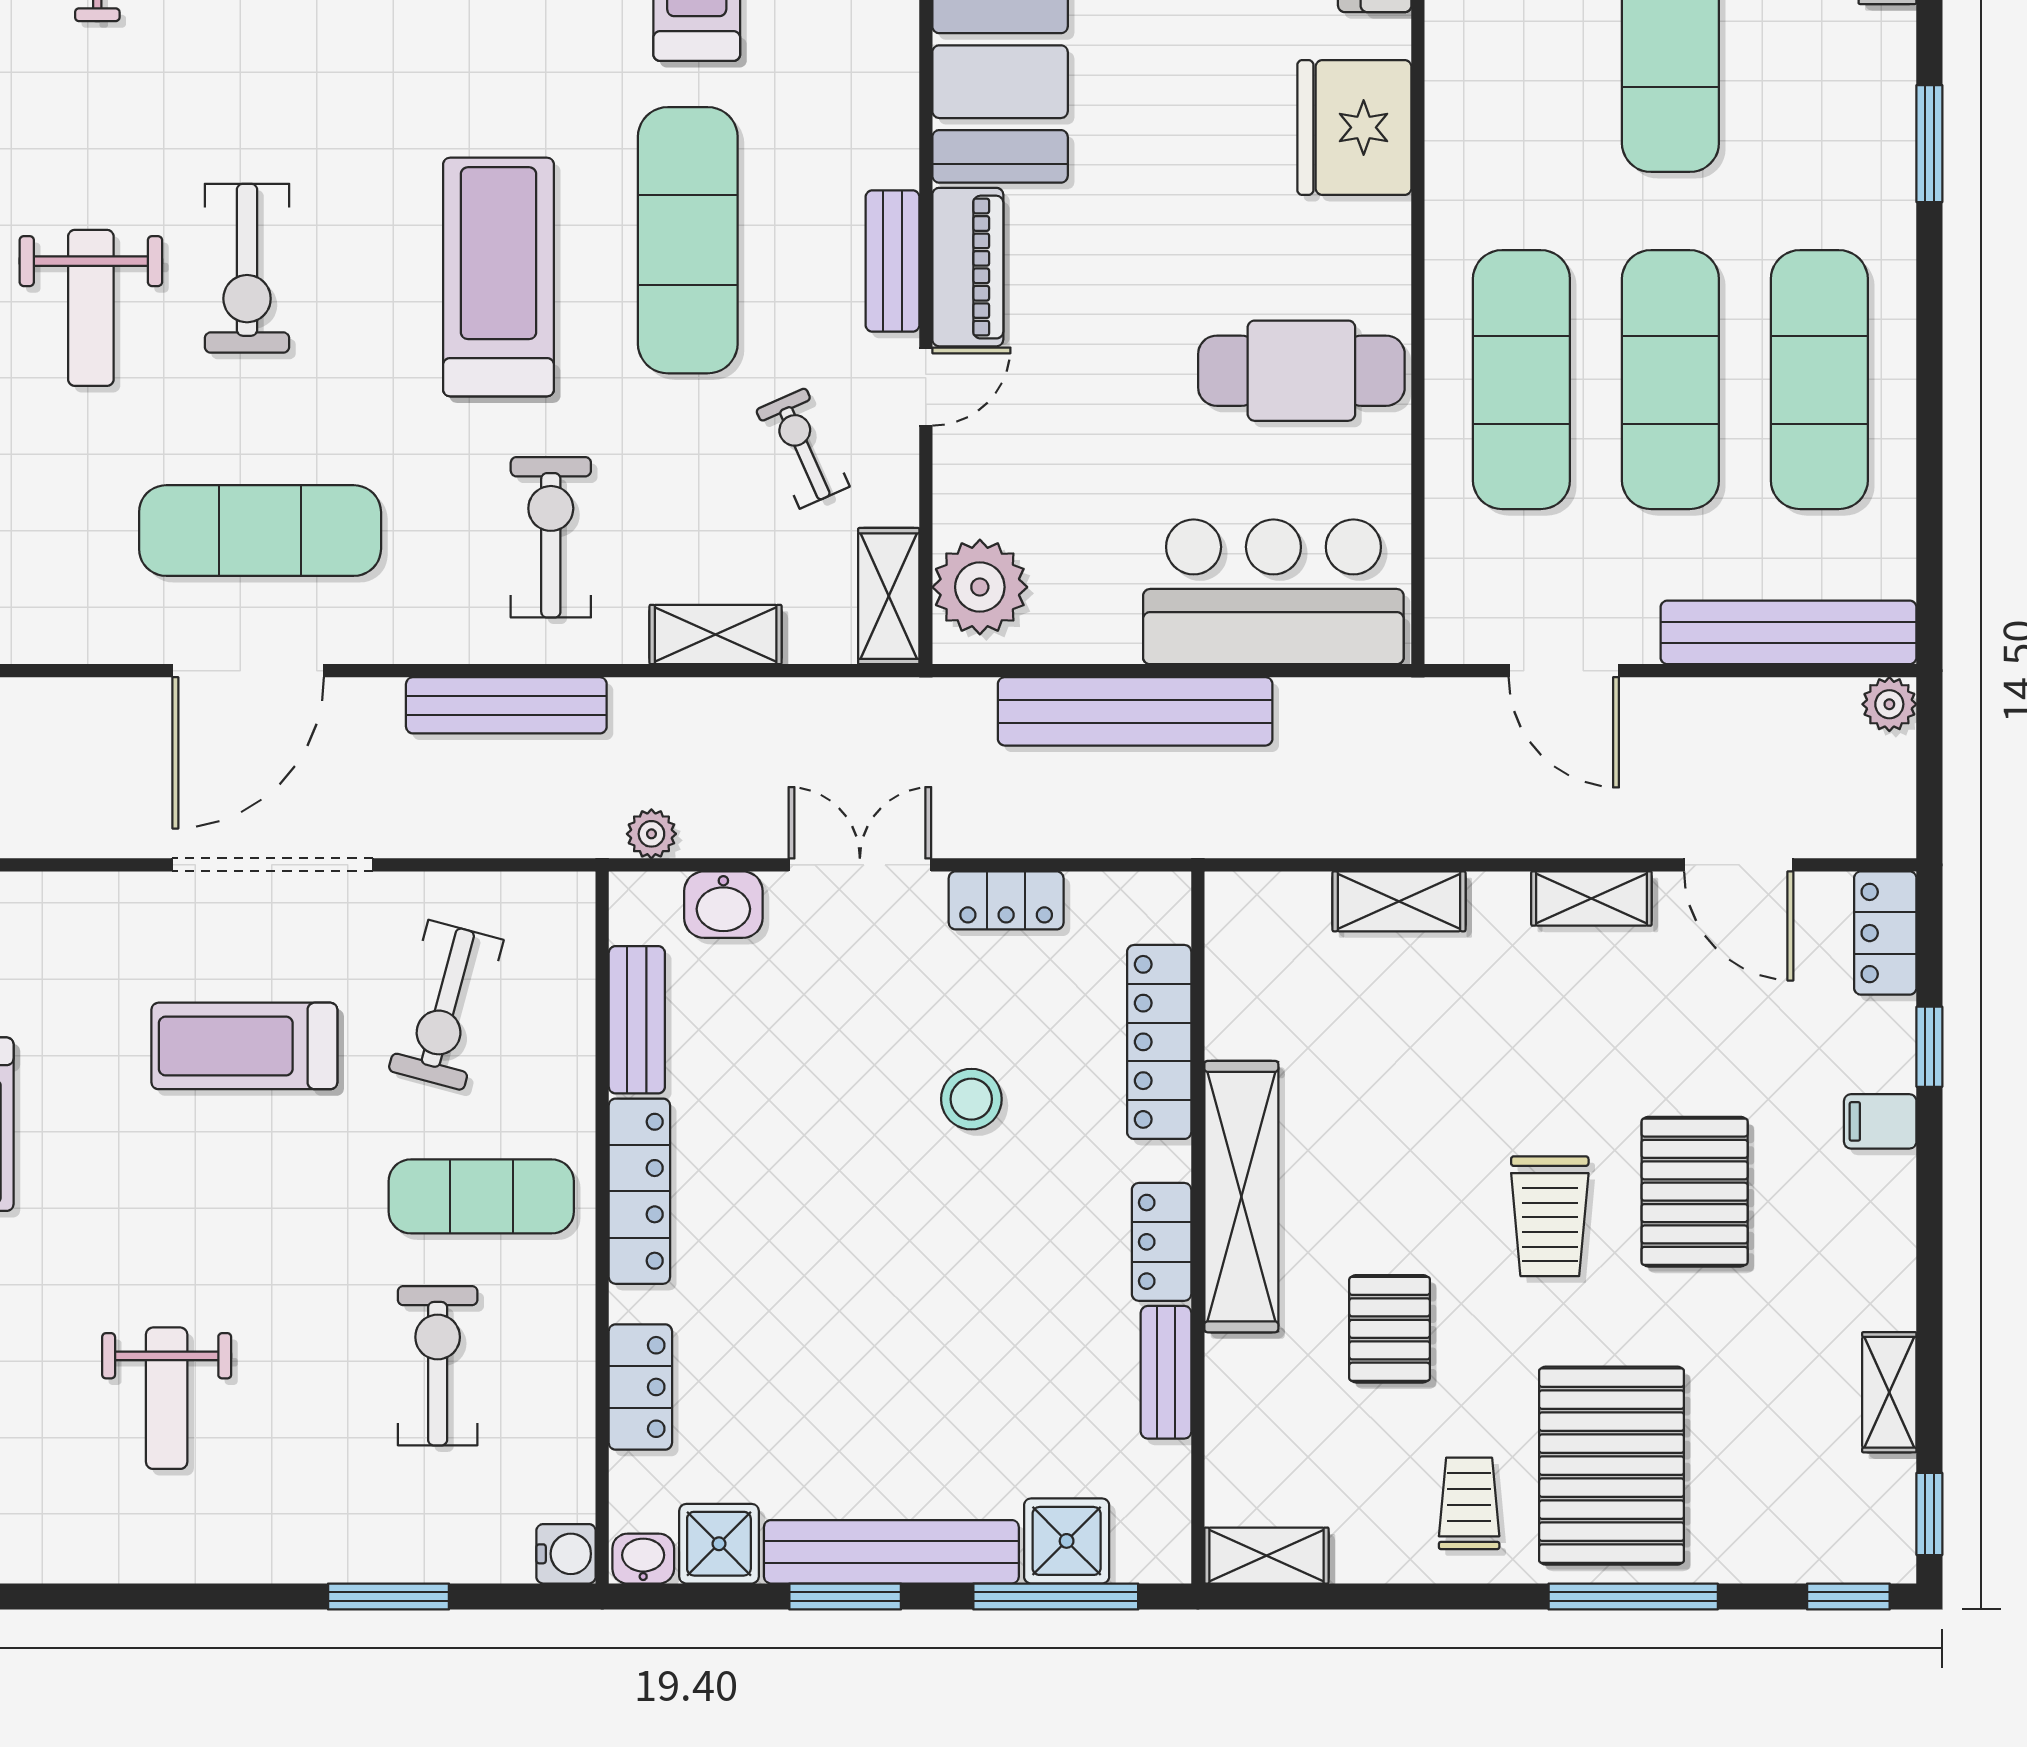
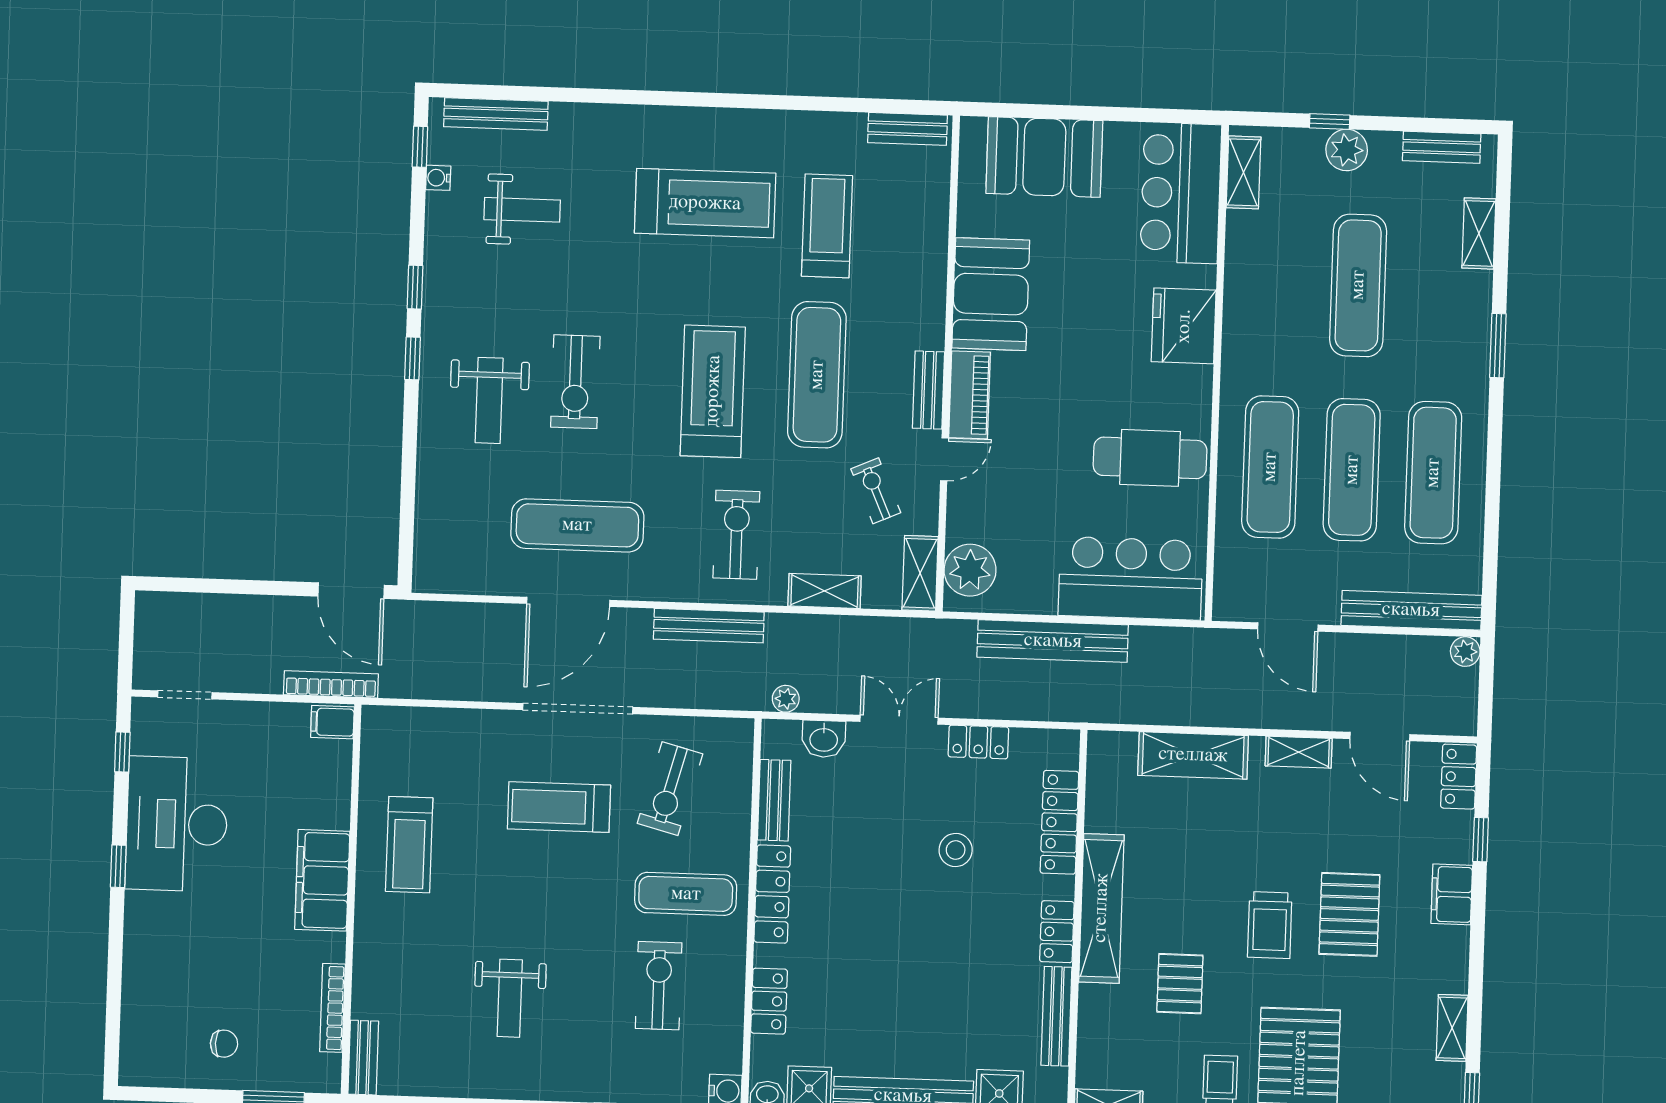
shelving: (1399, 901) -> (1193, 755), width x1.50, depth x1.33
filing cabinet: (1880, 1121) -> (1452, 894), width x2.00
bench: (1166, 1372) -> (1056, 1016), width x1.36

